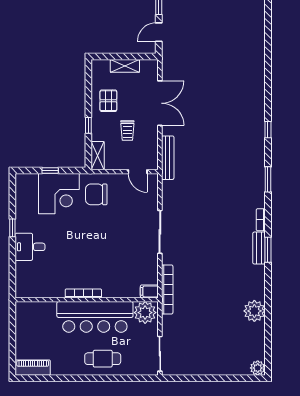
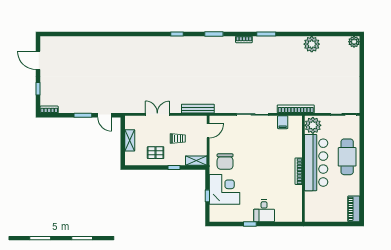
double door: (160, 103) -> (157, 114), width x0.73
bench: (259, 248) -> (265, 41), removed
filing cabinet: (149, 291) -> (283, 122), moved
cafe table: (103, 359) -> (347, 157), width x1.37, depth x1.35

